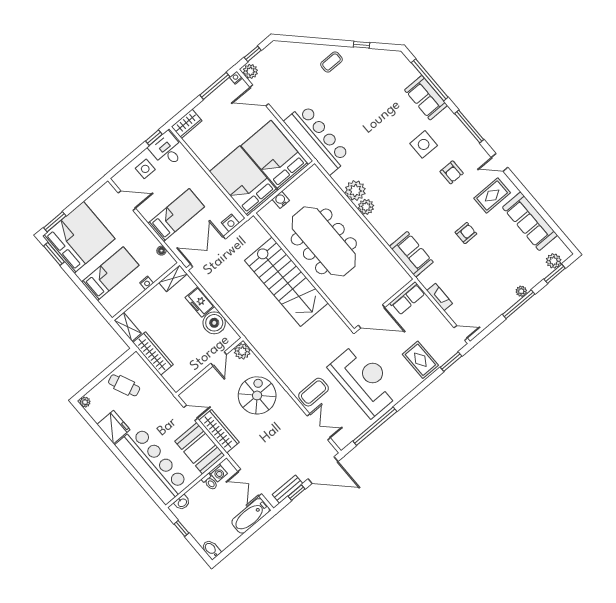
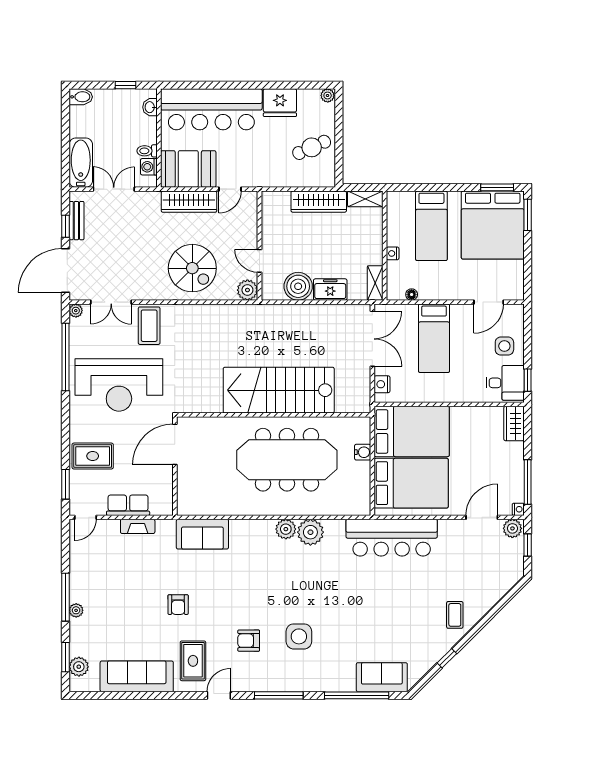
sofa: (426, 98) -> (382, 677), moved
row of seats: (407, 298) -> (128, 505), moved, turned 90
plant: (342, 444) -> (76, 311), added

